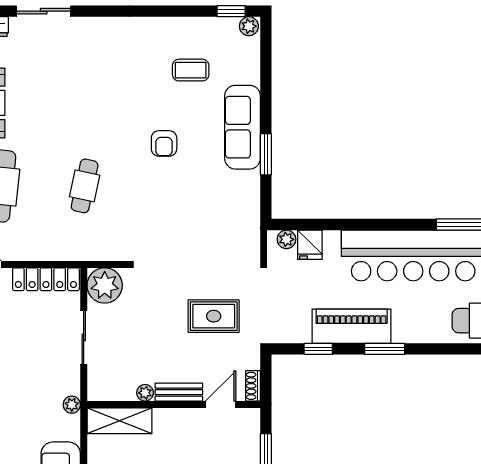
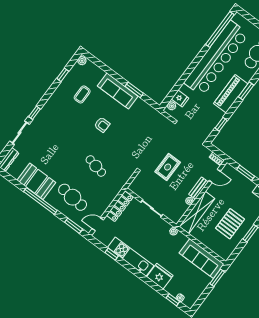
window: (98, 11) -> (34, 113), added
window: (231, 11) -> (63, 75), moved
plant: (105, 285) -> (138, 186), removed
rug: (214, 316) -> (168, 167), moved
piano: (352, 326) -> (231, 94), moved
window: (385, 349) -> (246, 91), moved
door: (221, 404) -> (215, 176), swing flipped
shelving: (119, 421) -> (197, 212), width x1.47

